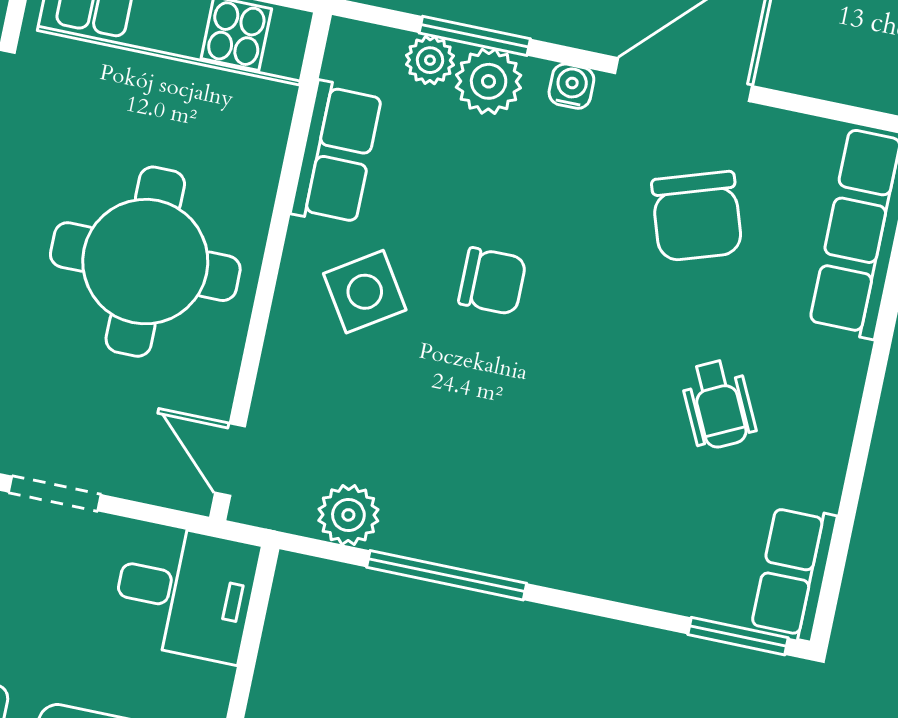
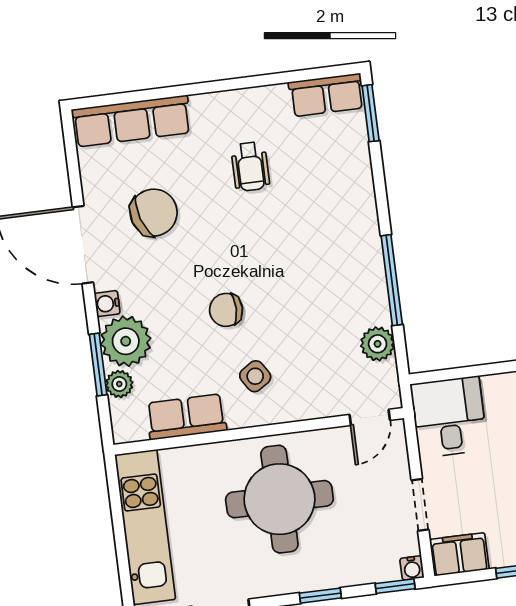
plant: (489, 81) -> (126, 341), width x1.36, depth x1.36
chair: (492, 281) -> (226, 310), turned -90
side table: (365, 292) -> (255, 376), width x0.73, depth x0.73
wheelchair: (718, 404) -> (250, 166), turned 116

